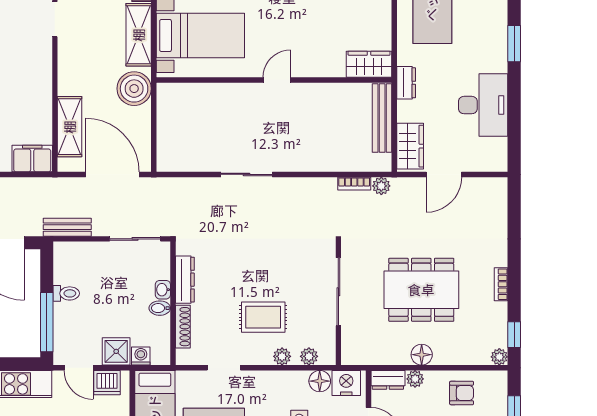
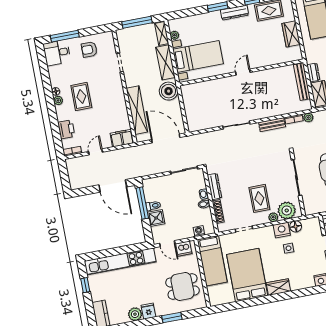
wardrobe: (369, 64) -> (291, 34), moved, turned -90
dresser: (406, 83) -> (313, 72), moved
shelving: (70, 127) -> (137, 110), width x1.47
bench: (67, 227) -> (272, 125), moved
rug: (263, 317) -> (259, 198), turned 90
window: (47, 322) -> (142, 203), moved
shower: (116, 351) -> (156, 218), moved
plant: (309, 356) -> (287, 210), width x1.88, depth x1.88
nightstand: (346, 383) -> (282, 230), moved

